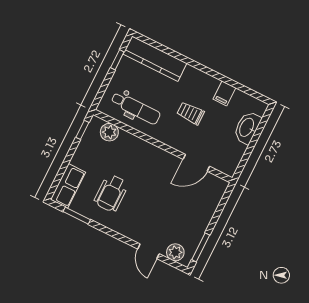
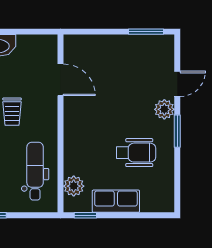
row of seats: (68, 186) -> (116, 201), moved
window: (77, 216) -> (177, 131), moved
plant: (175, 252) -> (164, 109), moved

